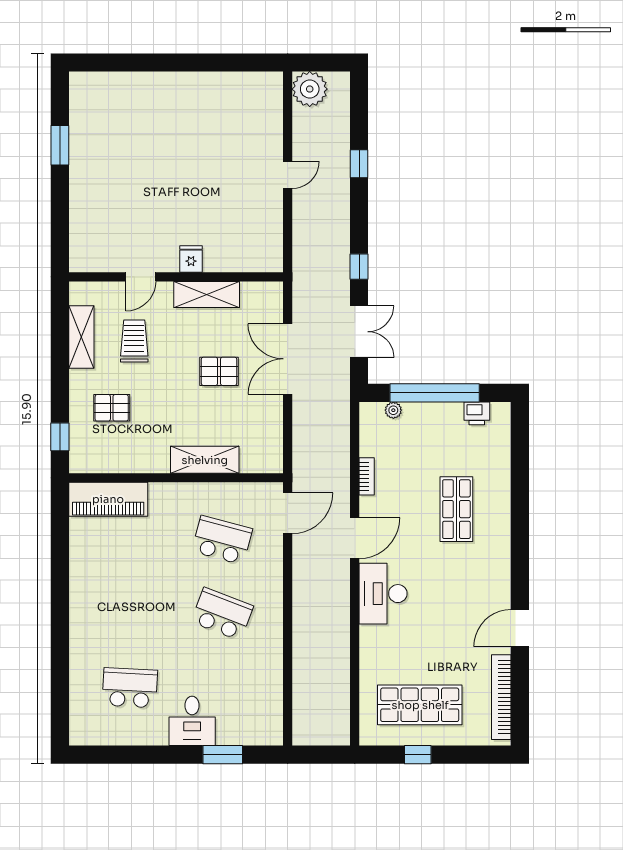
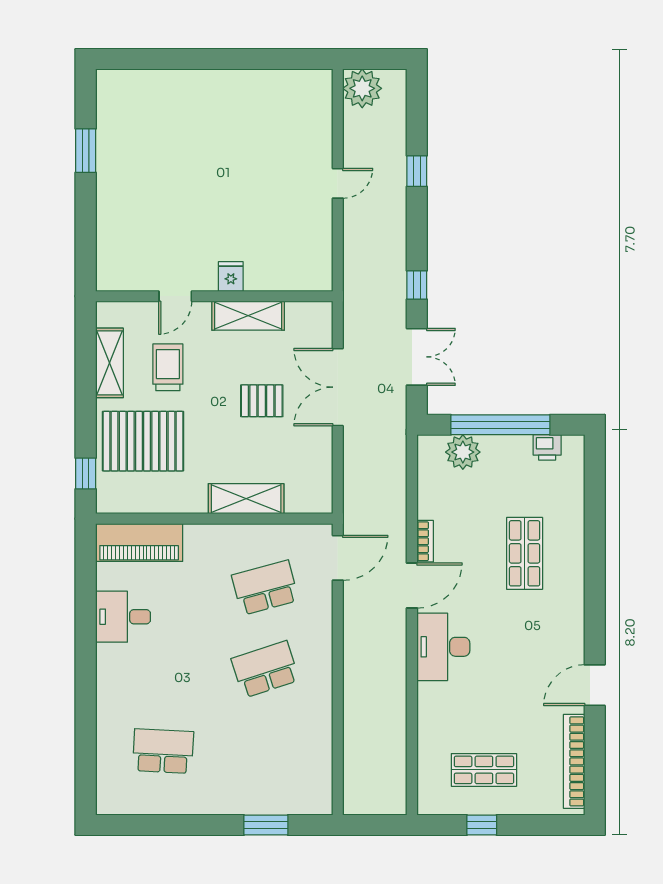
pallet: (112, 408) -> (143, 441), width x2.05, depth x2.00
plant: (393, 410) -> (463, 452), width x1.87, depth x1.87
bookcase: (367, 476) -> (425, 541), moved
school desk: (222, 540) -> (265, 588), turned -30
school desk: (222, 614) -> (265, 669), turned -39
shop shelf: (420, 705) -> (484, 770), width x0.70, depth x0.74
desk: (192, 721) -> (123, 617), moved, turned 90

